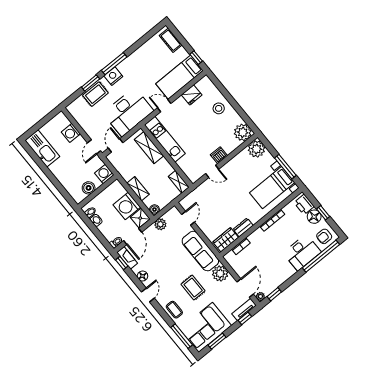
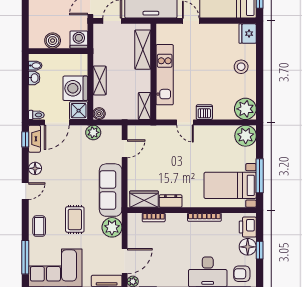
fridge: (192, 95) -> (248, 34), moved, turned 90
kitchen unit: (165, 139) -> (165, 75), moved

